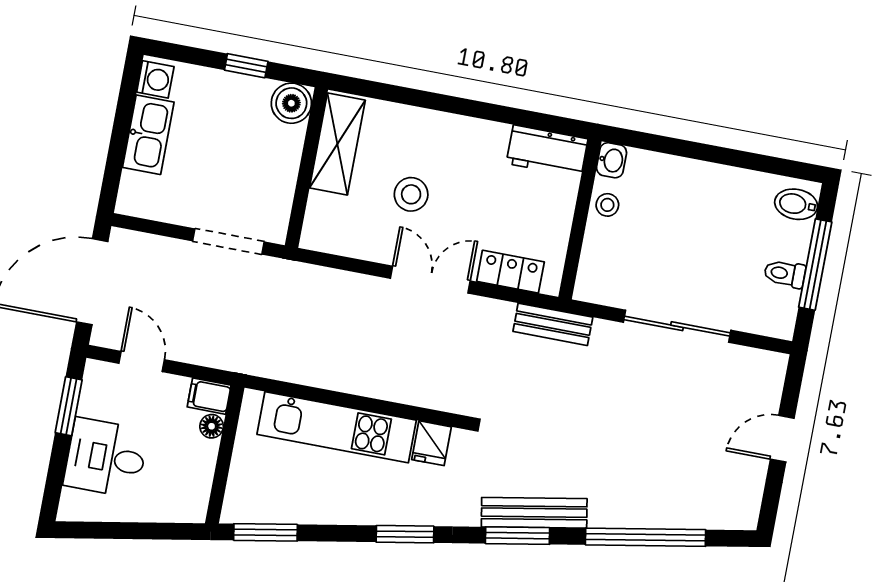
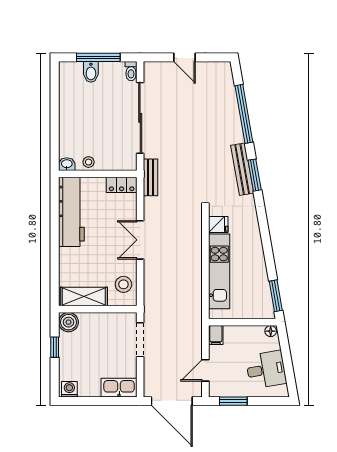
kitchen sink: (148, 135) -> (119, 388), moved
workbench: (547, 151) -> (71, 212), width x1.88, depth x1.32
stool: (411, 194) -> (123, 284), moved
bidet: (796, 204) -> (91, 72), moved
locker: (510, 272) -> (122, 185), moved, turned -90
toilet: (785, 274) -> (131, 71), moved
sliding door: (677, 326) -> (140, 118), width x1.36
floor lamp: (212, 426) -> (271, 331), moved
desk: (106, 458) -> (266, 370), moved, turned -100
window: (405, 534) -> (264, 229), removed

